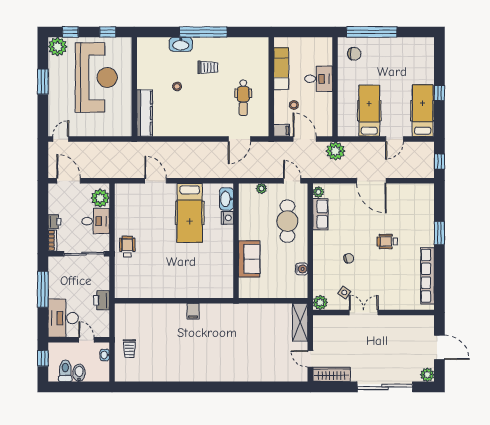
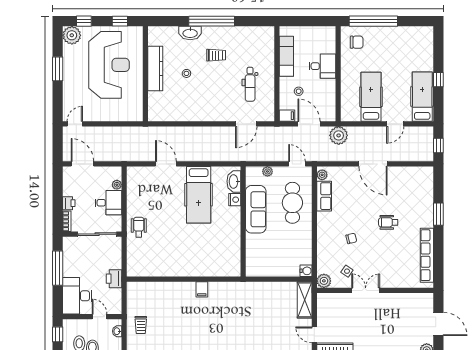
kitchen counter: (145, 113) -> (155, 69), moved
plant: (100, 198) -> (117, 185), width x0.53, depth x0.53
sofa: (249, 259) -> (256, 209), moved, width x1.36
water cooler: (302, 269) -> (306, 271), moved

